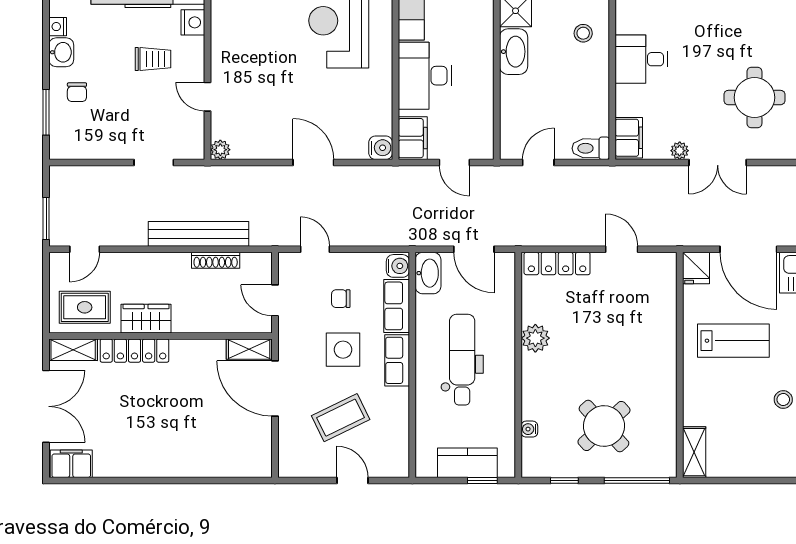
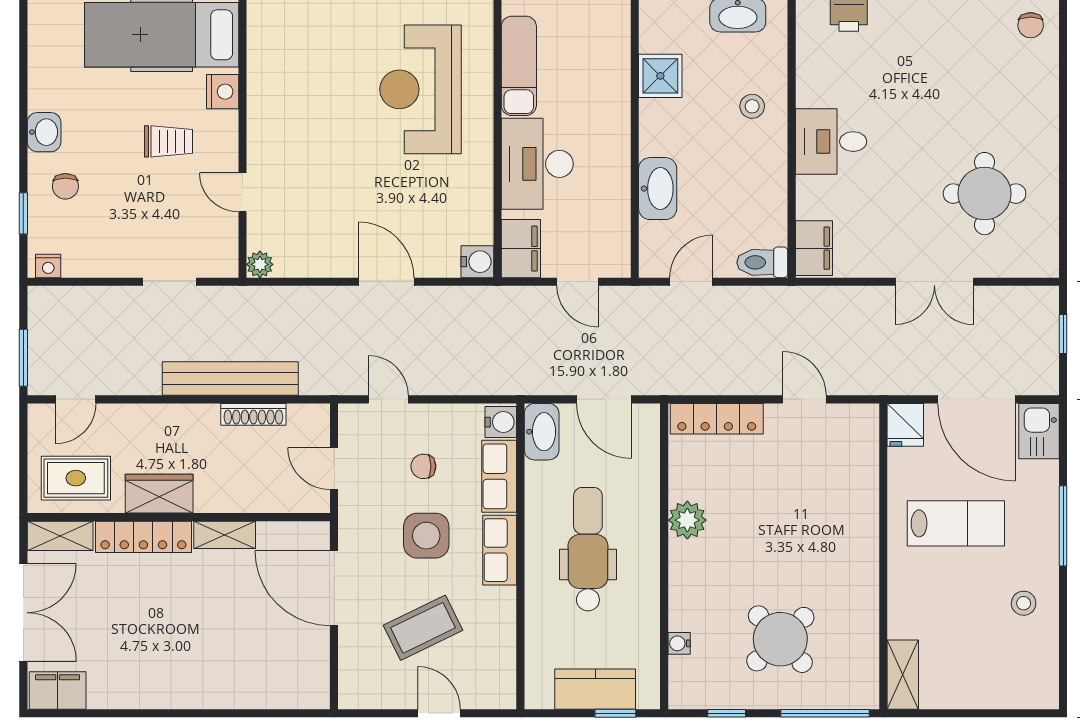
nightstand: (58, 27) -> (48, 266), moved, turned -90
washbasin: (514, 52) -> (658, 189), moved
window: (46, 112) -> (23, 213), width x0.67
plant: (680, 151) -> (883, 266), removed
shelving: (249, 349) -> (225, 535), moved

